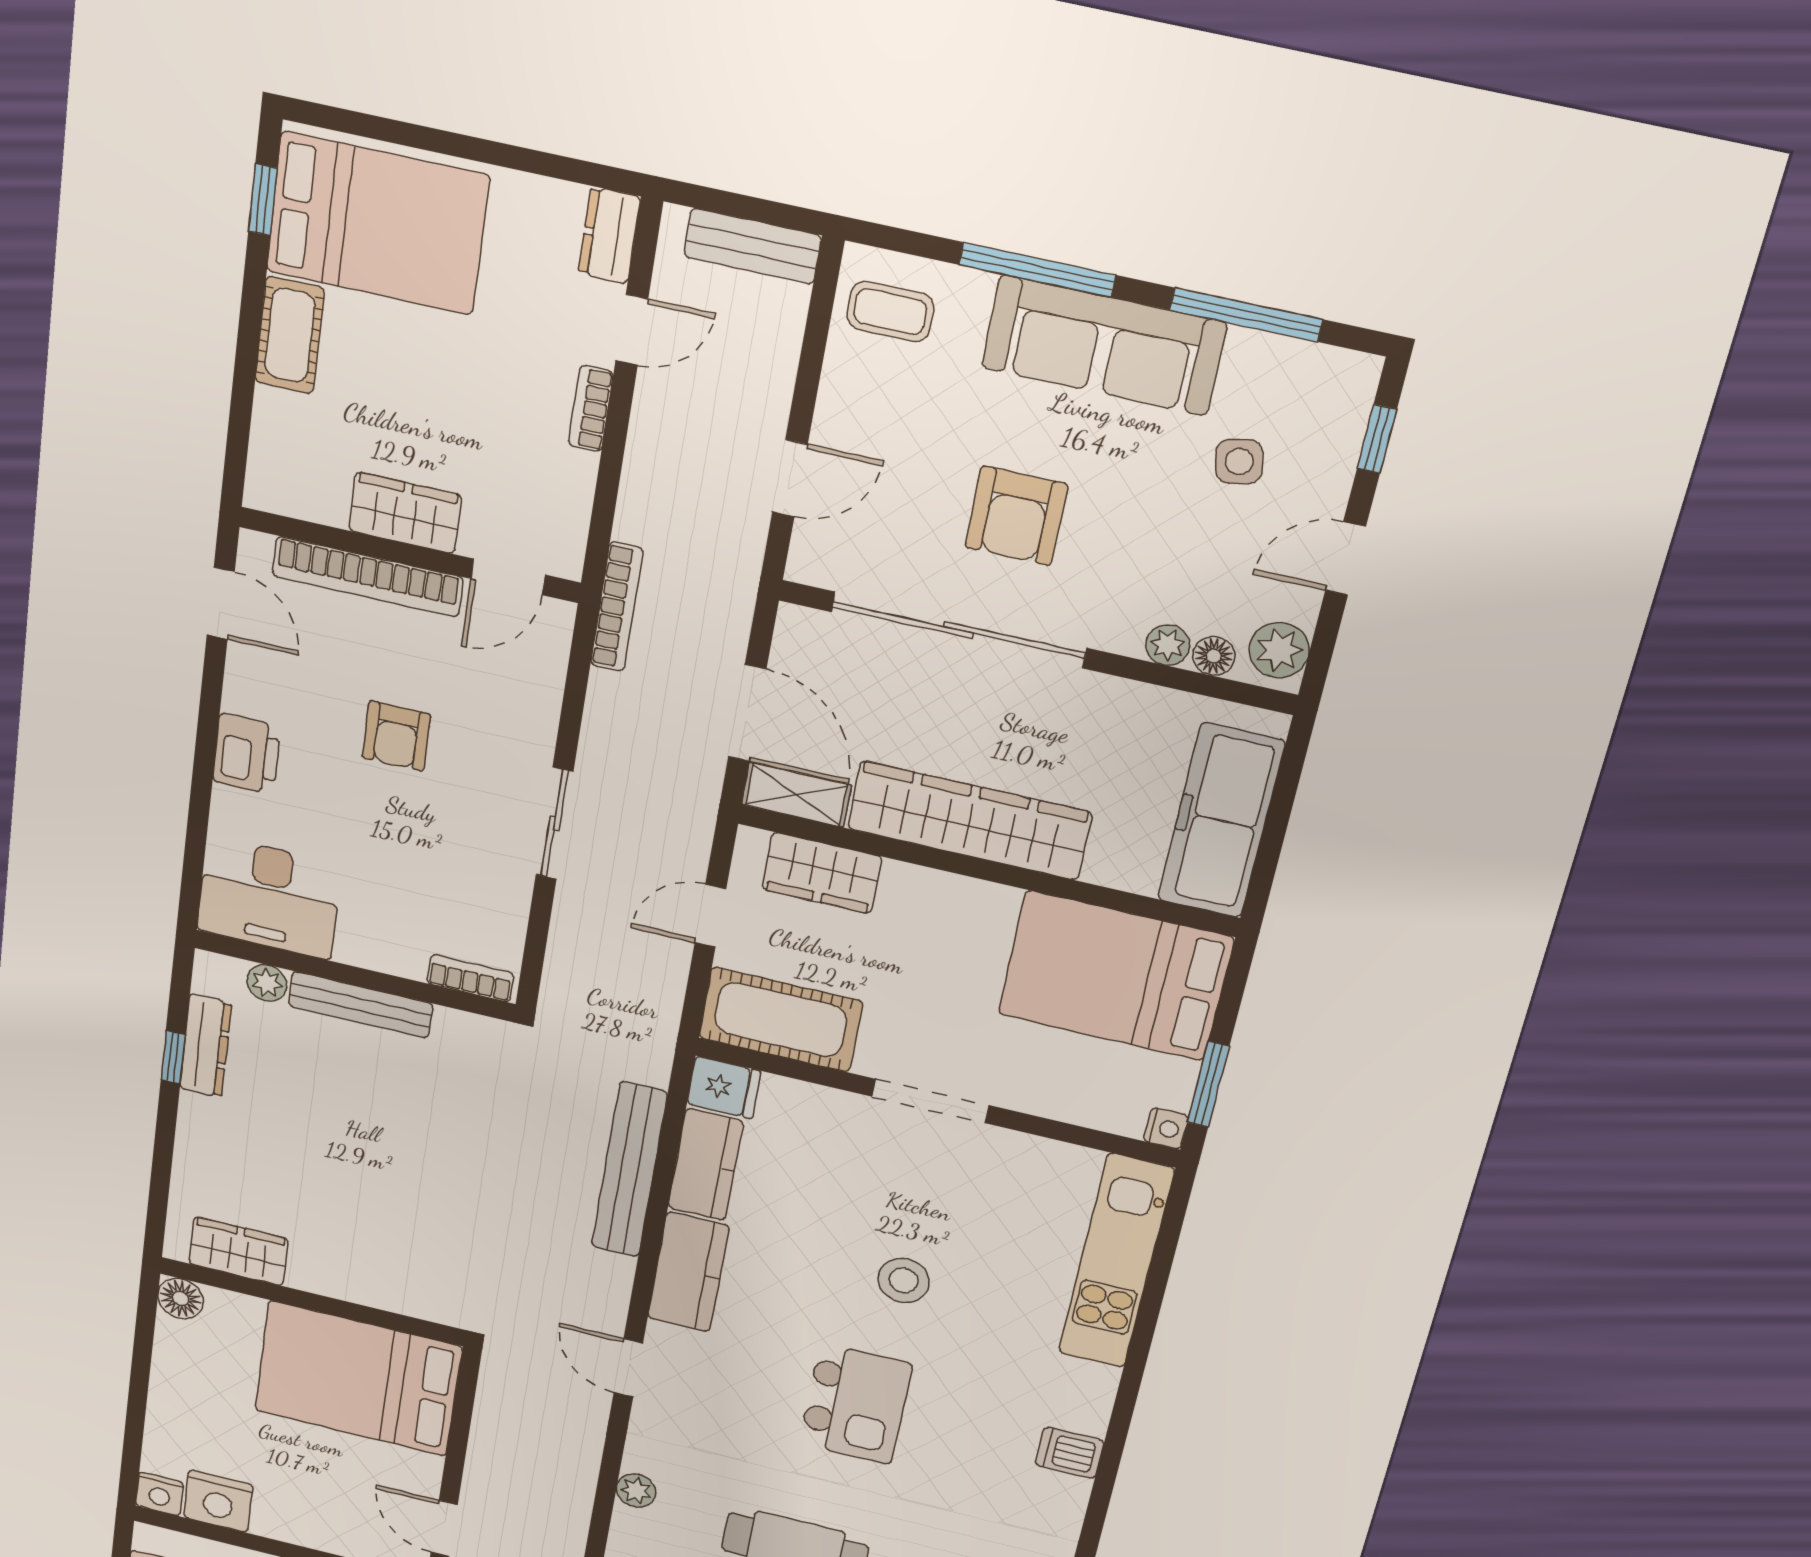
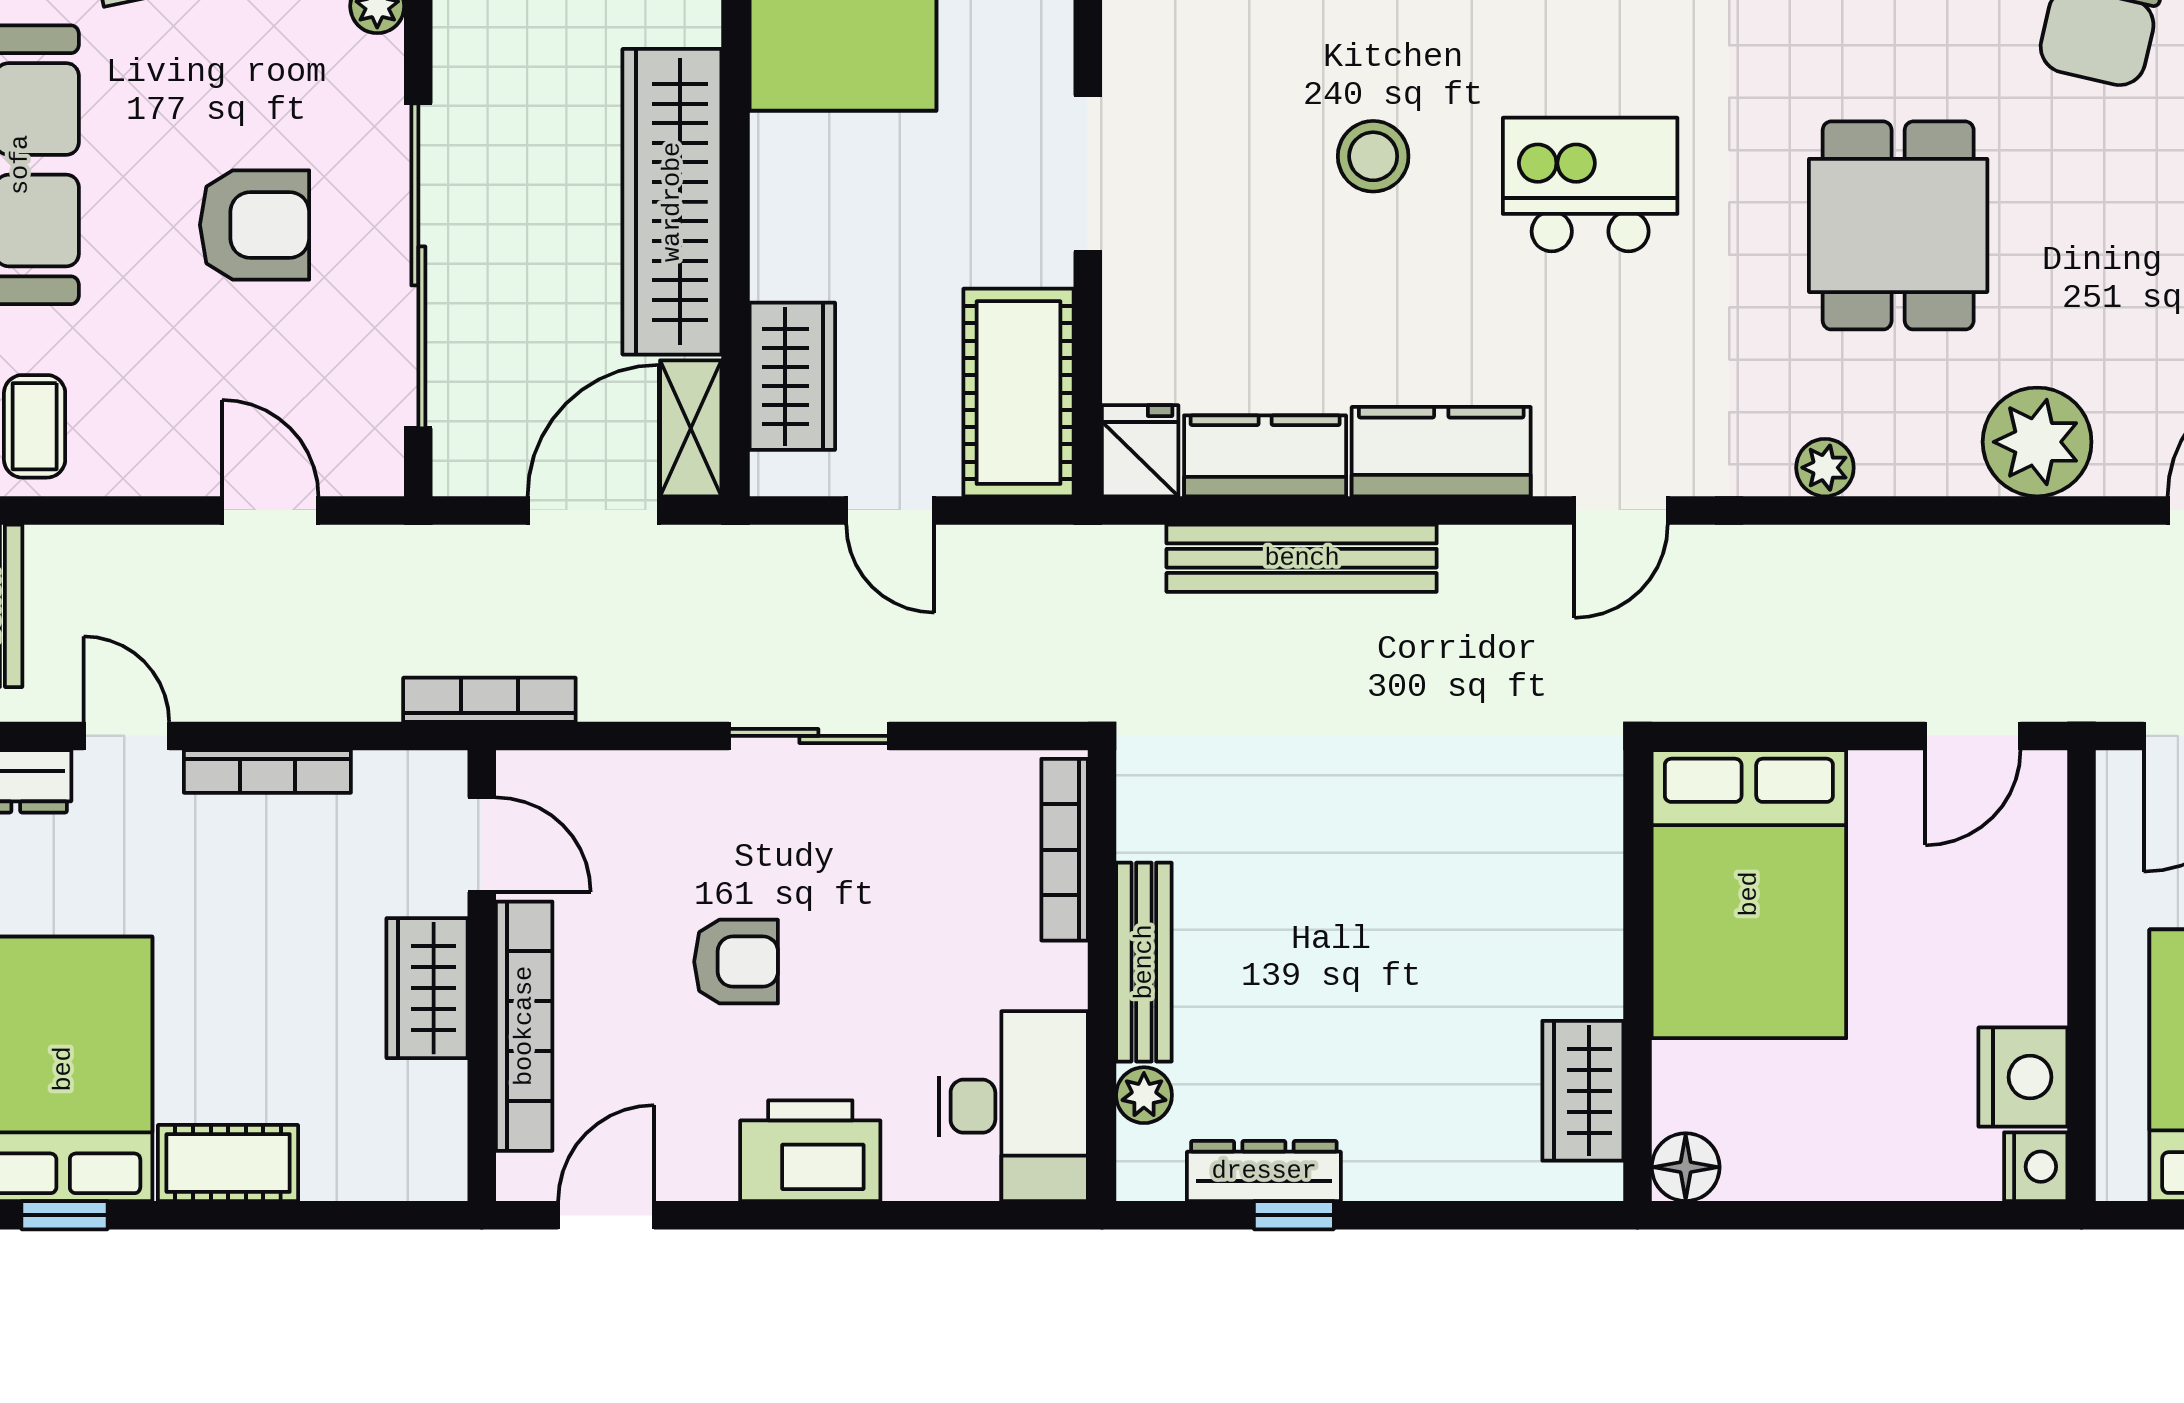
bookcase: (591, 409) -> (267, 771), width x1.56
printer: (247, 754) -> (810, 1151), width x1.37, depth x1.19
bookcase: (470, 978) -> (1065, 850), width x1.56

